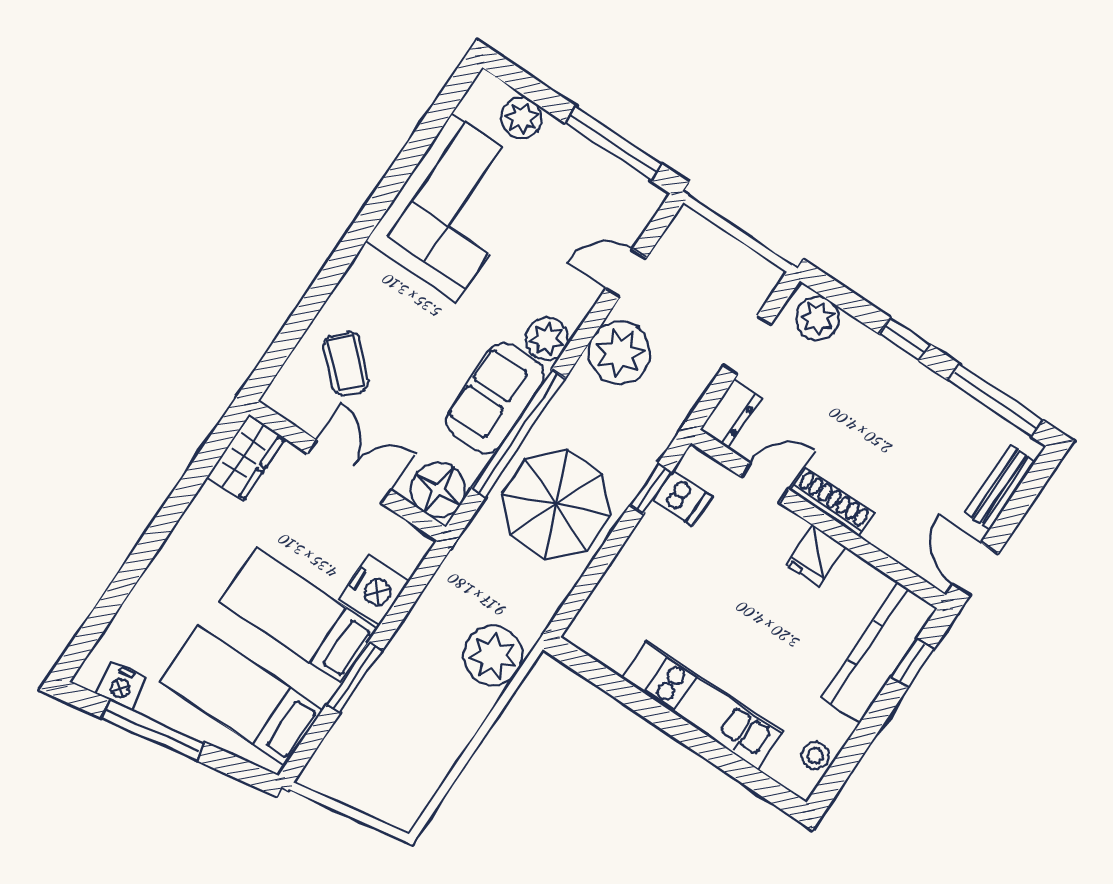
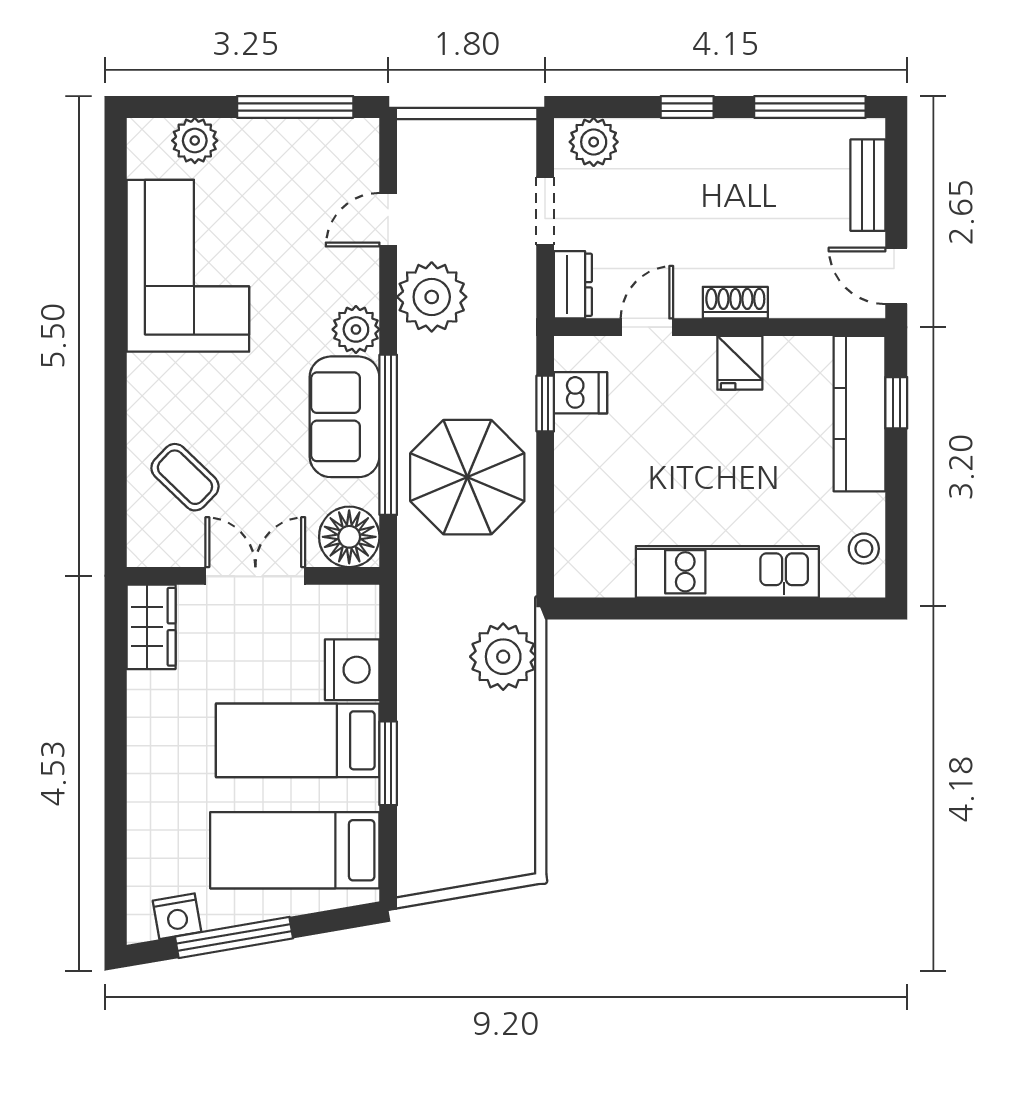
shoe rack: (832, 502) -> (735, 303), width x0.70

